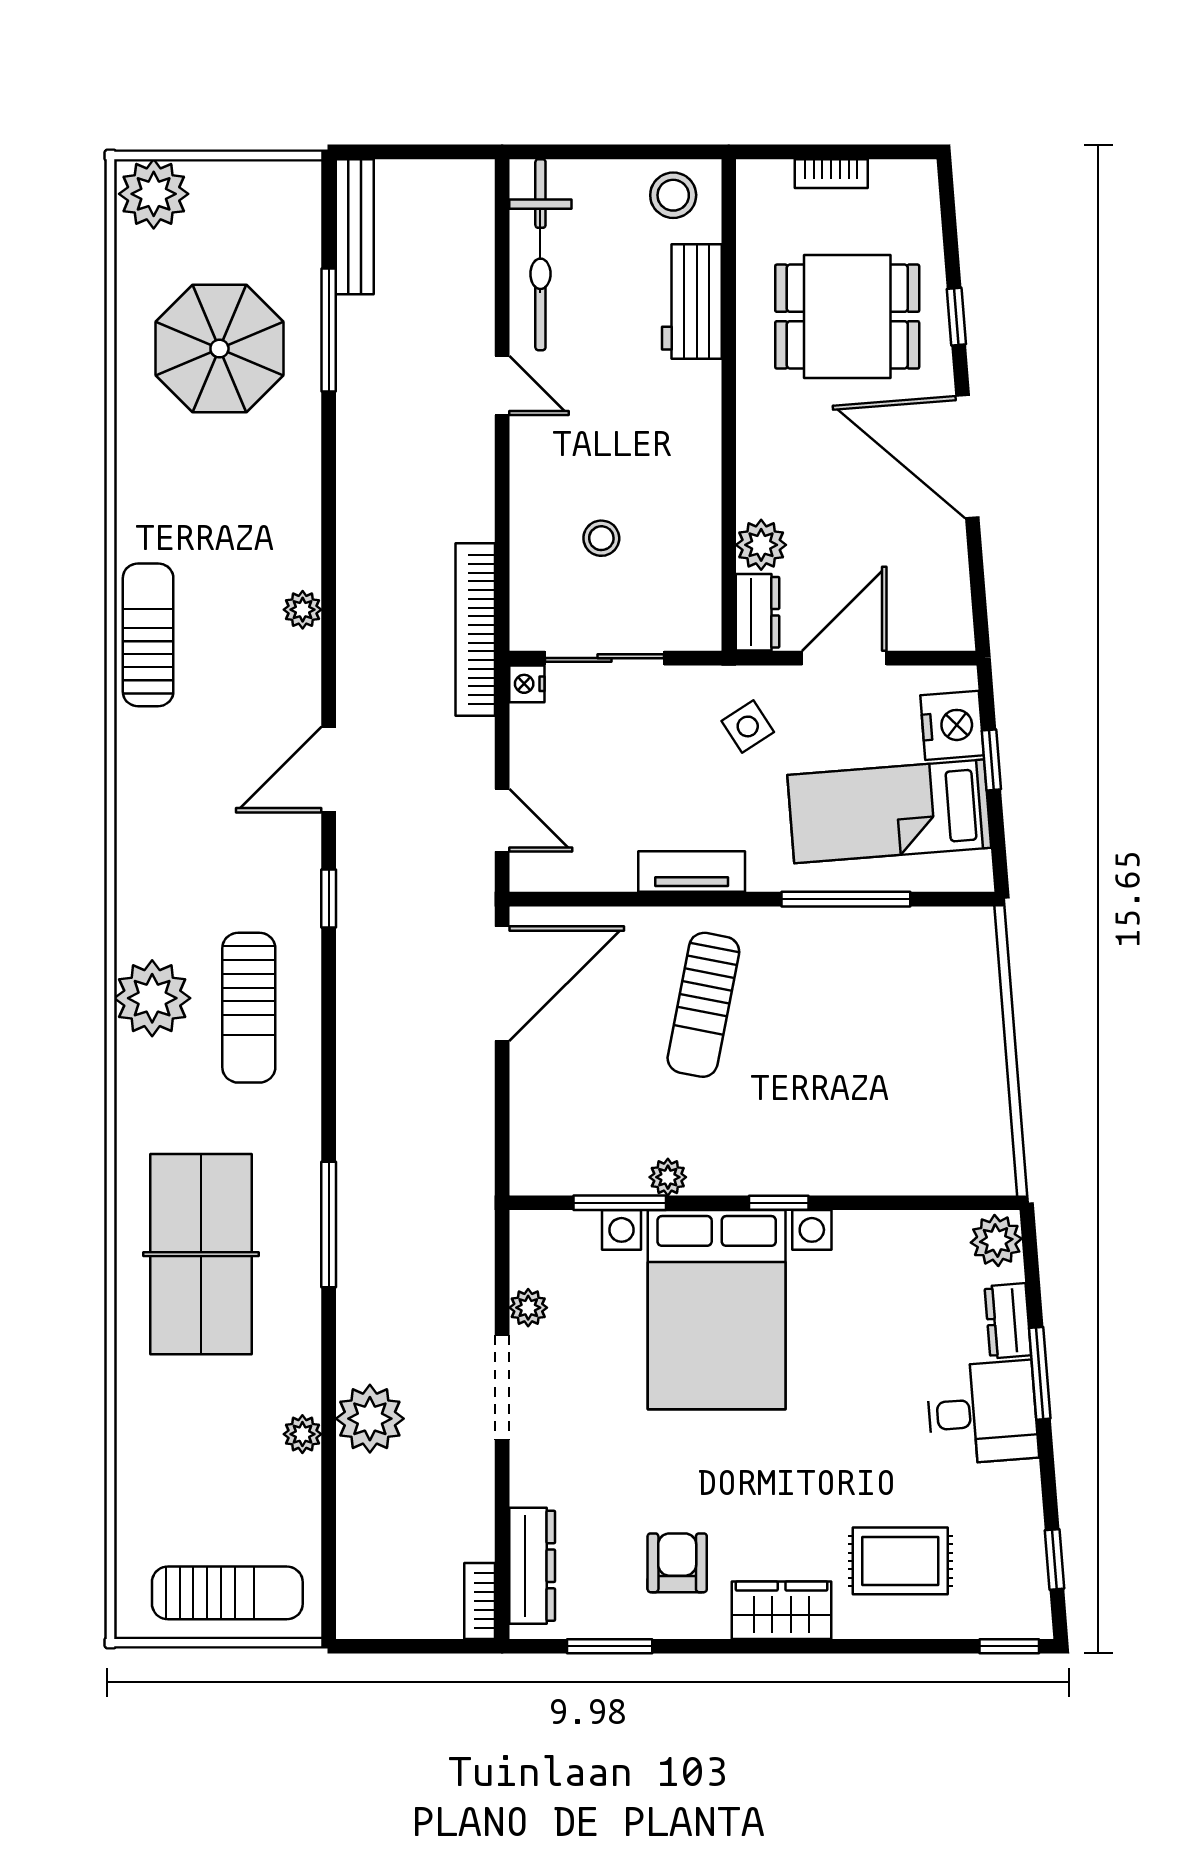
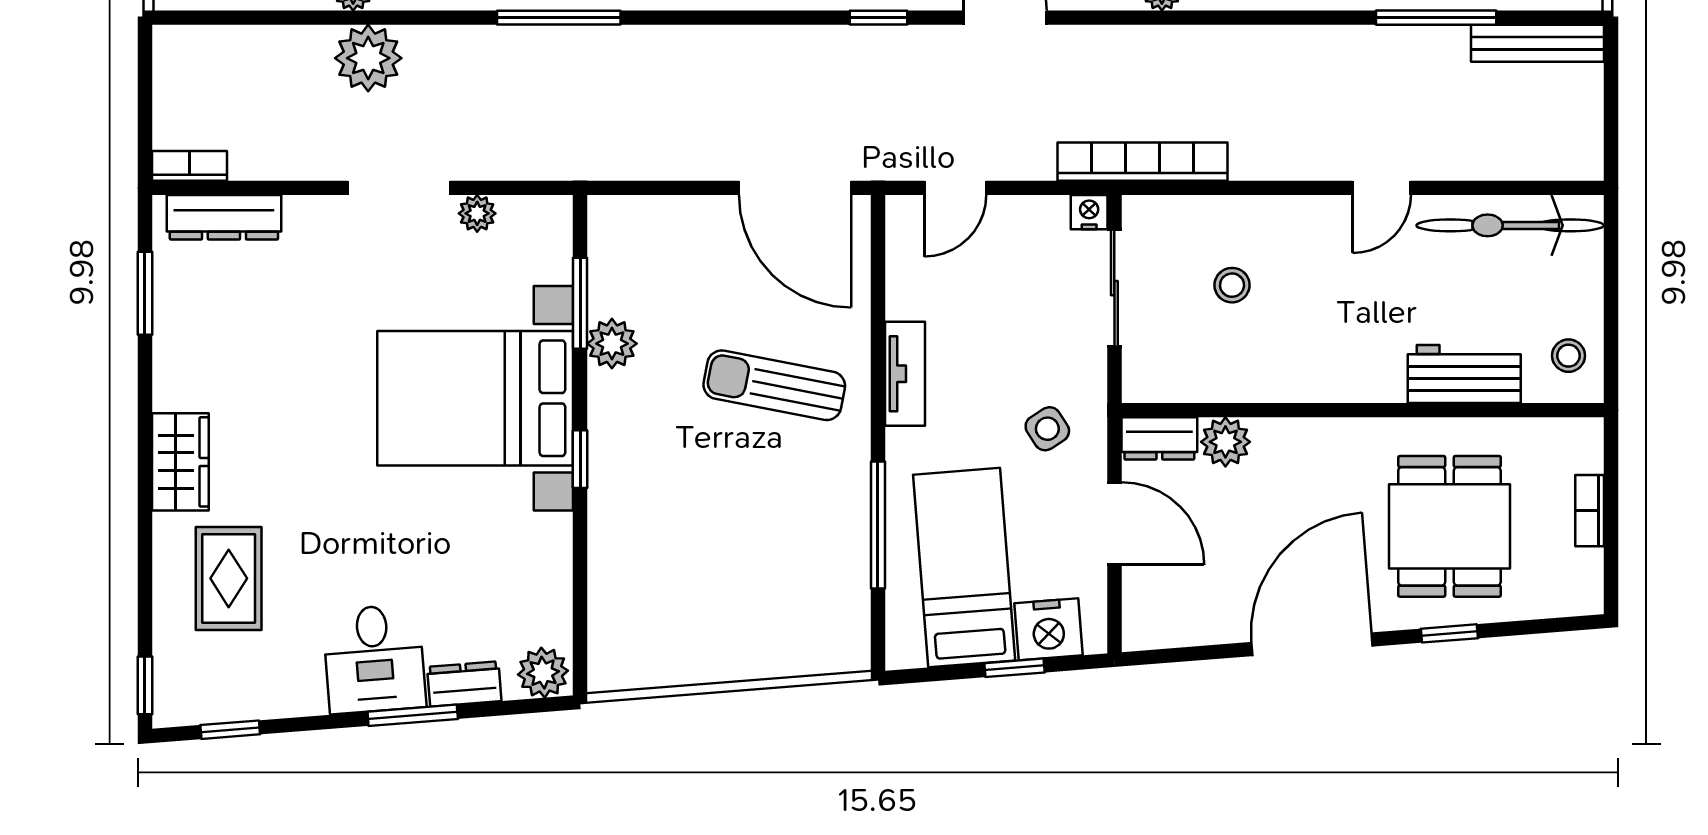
stool: (673, 195) -> (1568, 356), width x0.73, depth x0.73
plant: (668, 1177) -> (612, 344), width x1.38, depth x1.38
armchair: (677, 1563) -> (227, 360), removed

